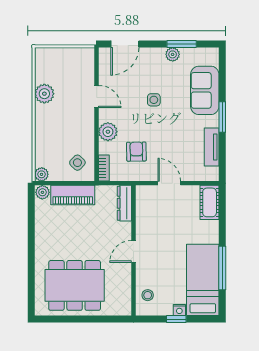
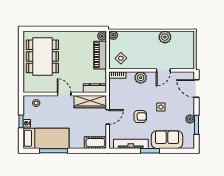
tv unit: (212, 147) -> (131, 144), width x1.41
armchair: (136, 152) -> (140, 117), moved
wardrobe: (145, 211) -> (90, 102), added

